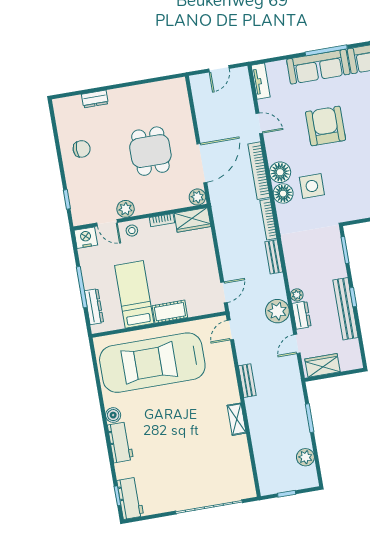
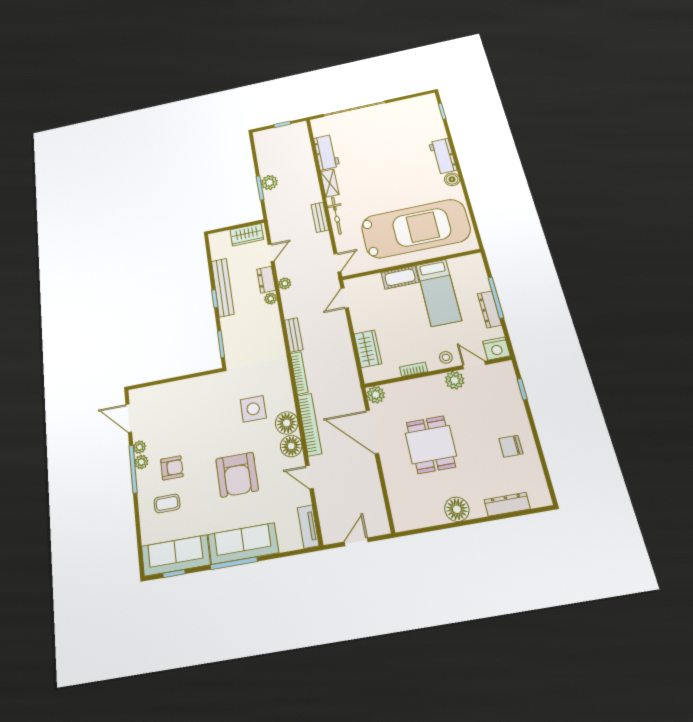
floor lamp: (132, 96) -> (457, 509), added
dresser: (95, 99) -> (507, 504), width x1.44
door: (202, 163) -> (372, 432), hinge flipped
floor lamp: (283, 194) -> (291, 446), moved
wardrobe: (192, 220) -> (368, 349), moved, turned 90
dresser: (94, 307) -> (489, 309), moved
plant: (277, 311) -> (285, 283), width x0.53, depth x0.53
bicycle: (230, 382) -> (336, 215), added
plant: (305, 457) -> (269, 182), moved
workbench: (130, 498) -> (326, 152), moved, turned 180

